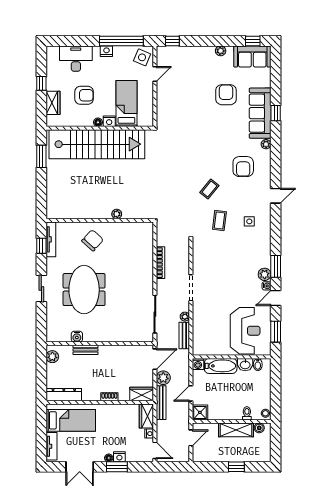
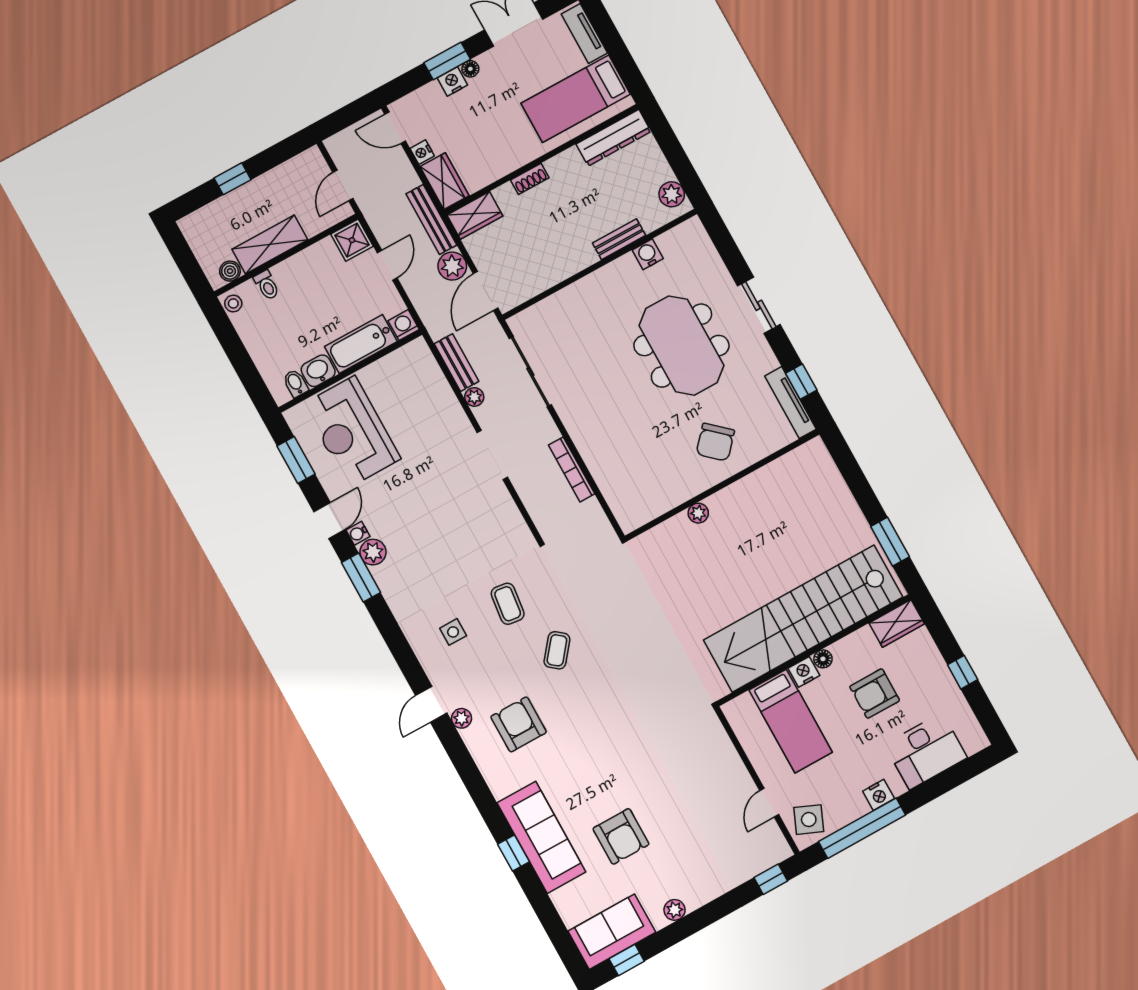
wardrobe: (53, 103) -> (897, 623), moved, turned -90
plant: (266, 144) -> (462, 718), moved

